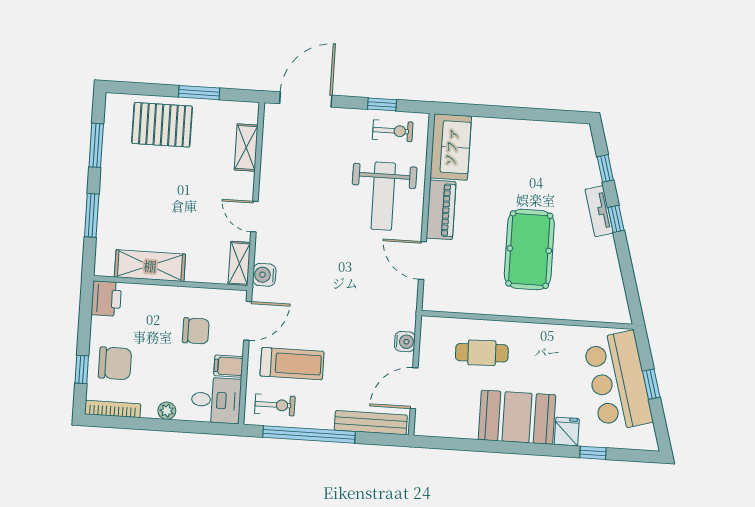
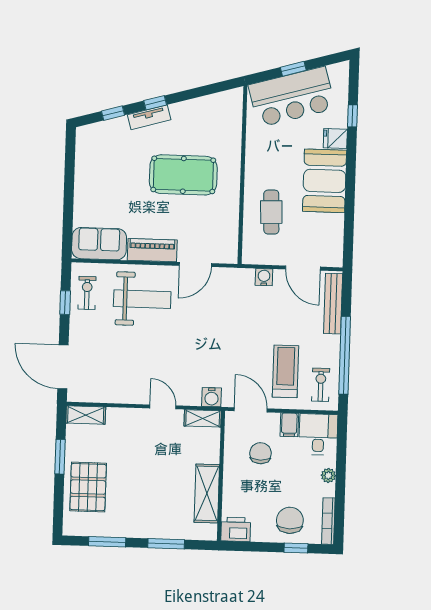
shelving: (246, 148) -> (86, 415), moved
door: (254, 217) -> (163, 407), swing flipped

